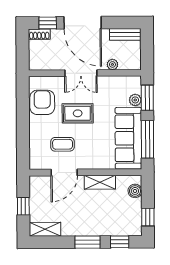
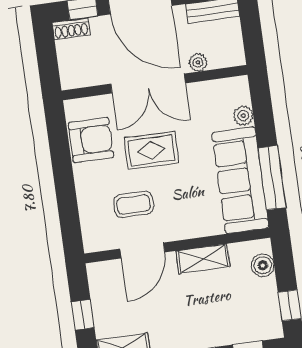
double door: (81, 73) -> (148, 83), width x1.37
window: (147, 98) -> (262, 109), removed
armchair: (42, 102) -> (91, 140), turned 90

